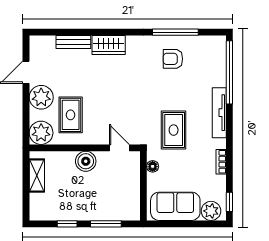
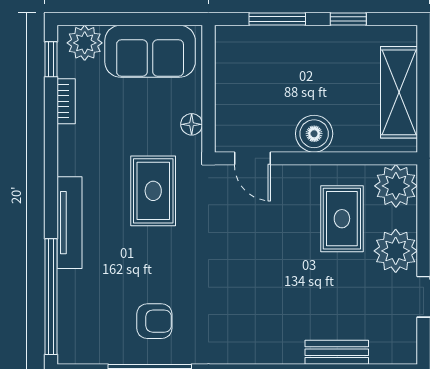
wardrobe: (109, 45) -> (272, 347), removed
bookcase: (221, 162) -> (66, 101), moved
shelving: (37, 175) -> (399, 92), width x1.50, depth x1.33

